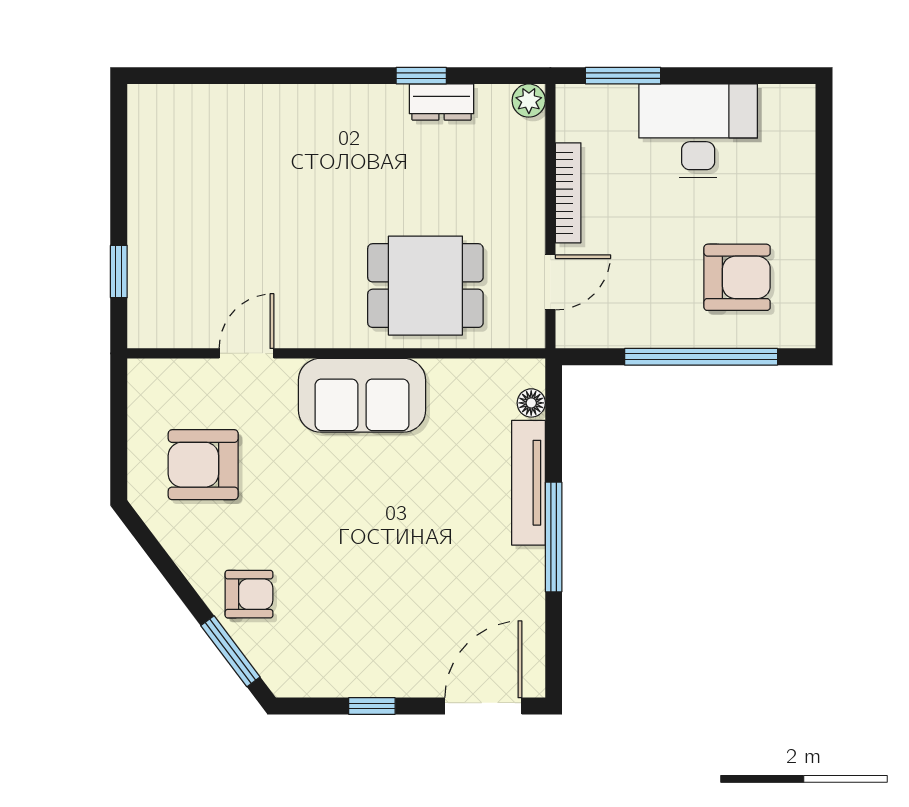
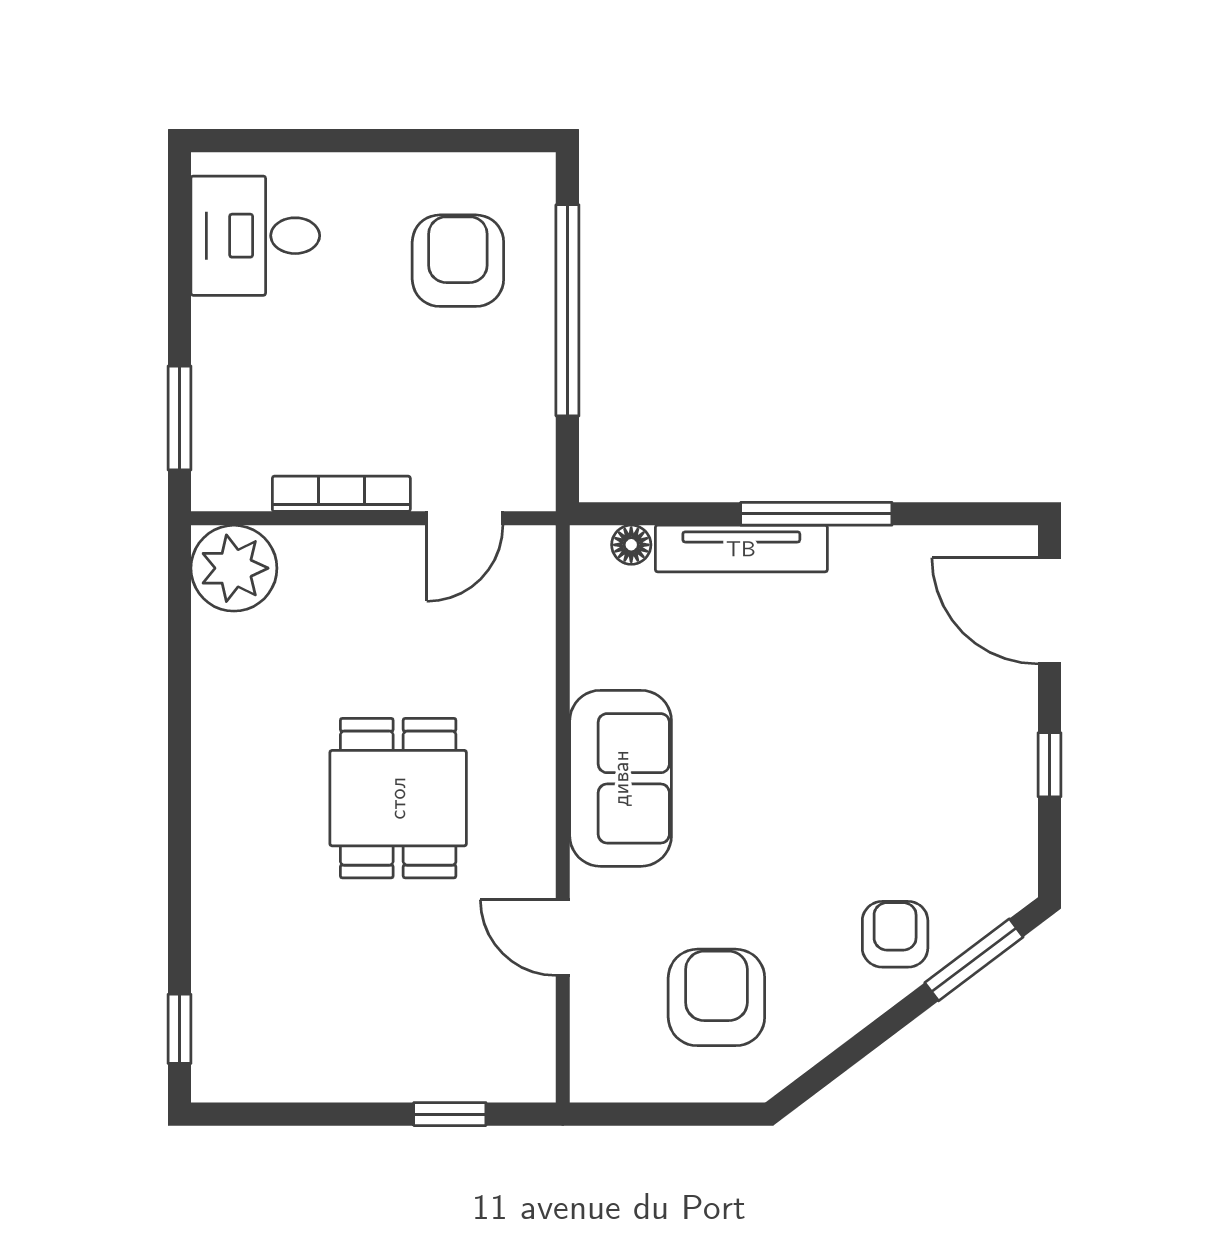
window: (421, 76) -> (179, 1029), moved
plant: (529, 101) -> (234, 568), width x1.88, depth x1.88
dresser: (442, 102) -> (216, 669), removed
desk: (698, 131) -> (255, 236), moved, width x0.73
door: (550, 282) -> (465, 518), swing flipped
dining table: (425, 286) -> (398, 798), moved
armchair: (203, 465) -> (716, 997), turned 180

